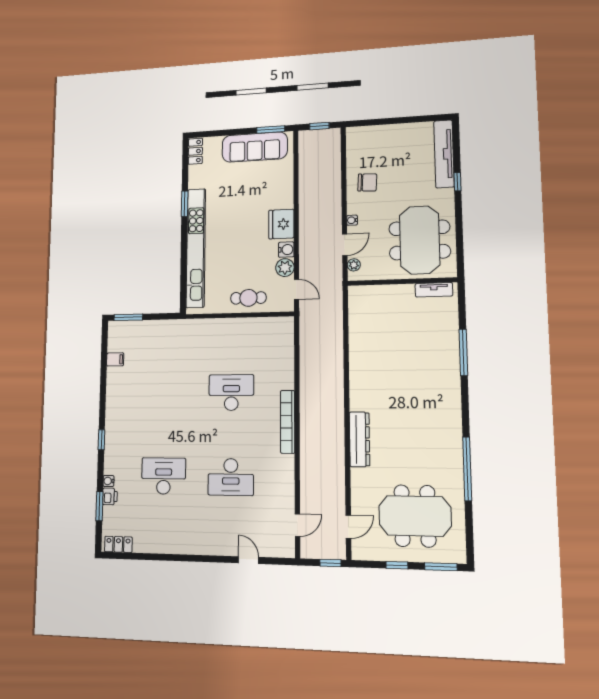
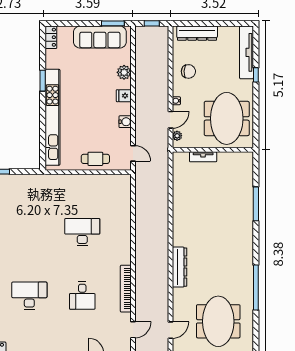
dresser: (378, 134) -> (197, 33), added
fridge: (281, 224) -> (124, 96), width x0.53, depth x0.75
plant: (285, 268) -> (124, 72), moved
tv unit: (434, 290) -> (203, 157), moved
bookcase: (288, 422) -> (126, 289), moved
desk: (231, 477) -> (82, 296), width x0.73
meeting table: (415, 516) -> (218, 321), turned 90

